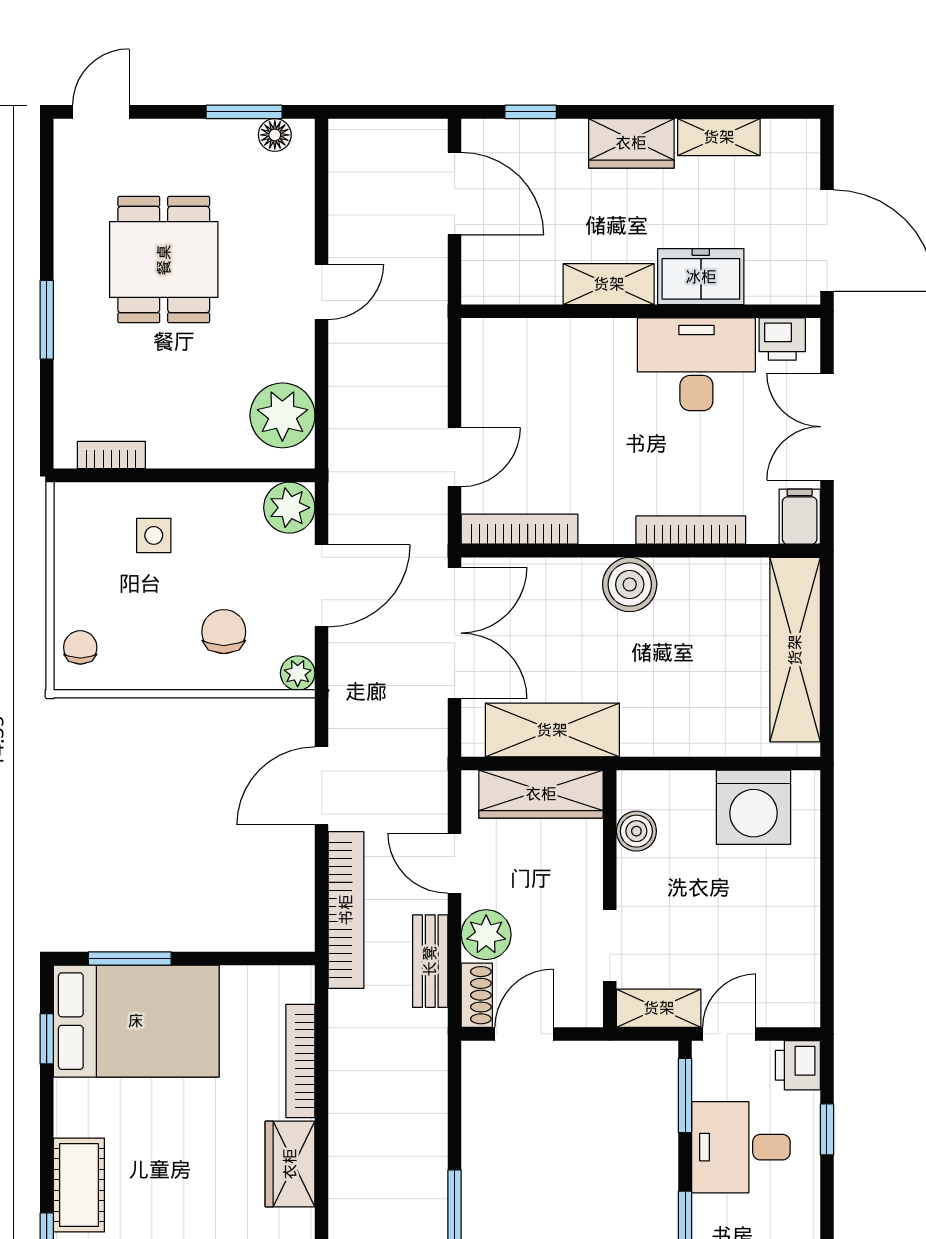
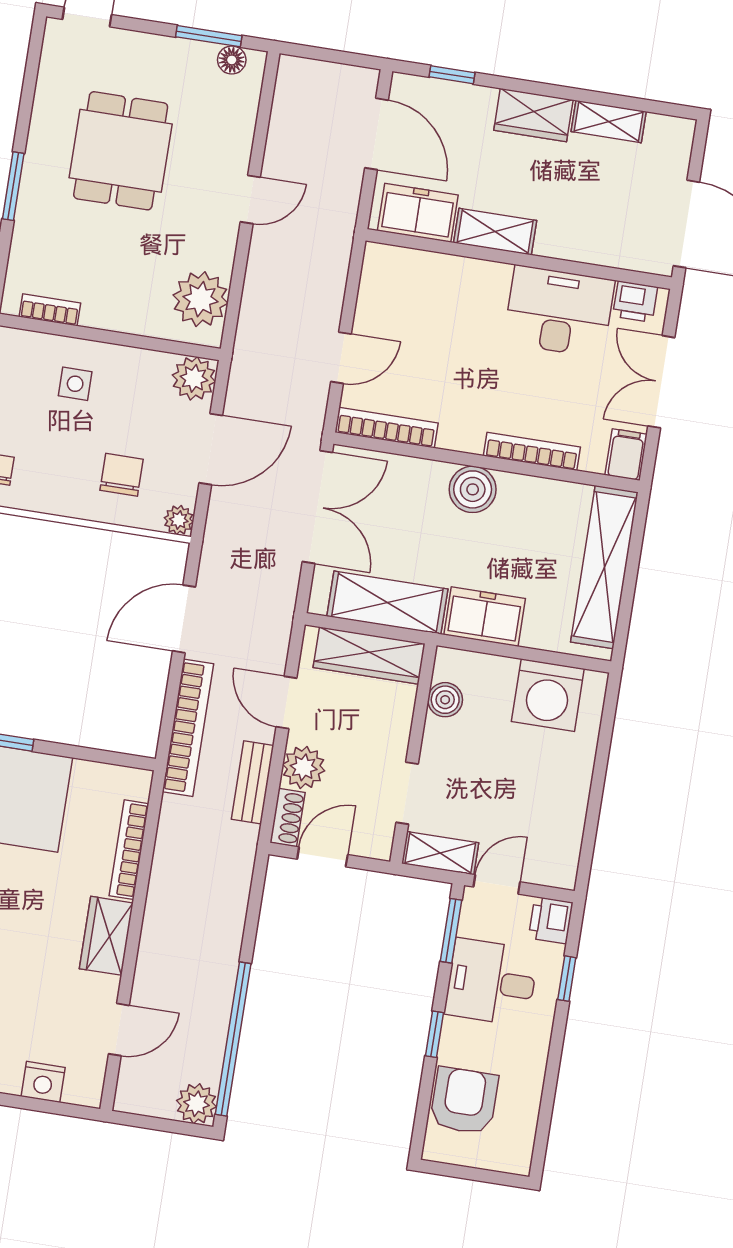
freezer: (701, 277) -> (418, 213), moved
freezer: (667, 729) -> (485, 617), added

